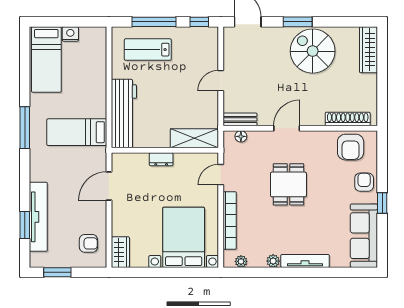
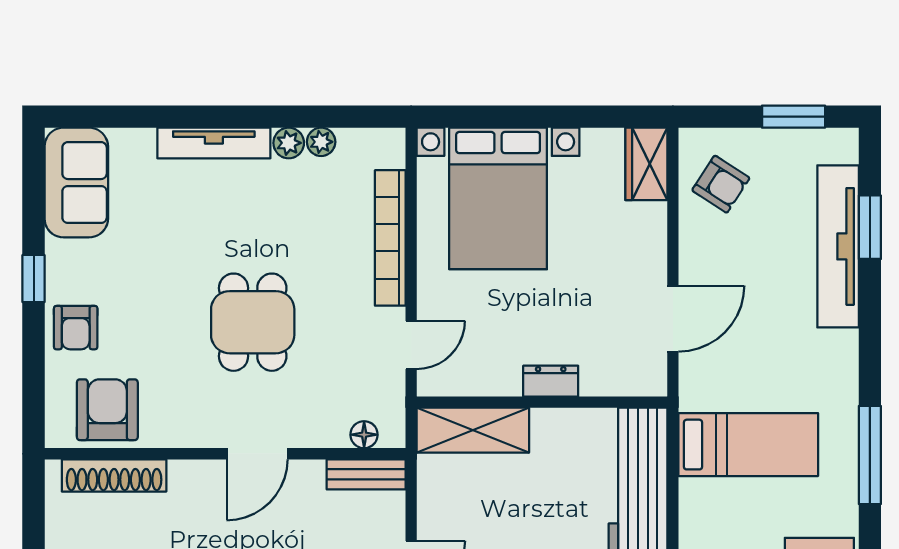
sofa: (364, 236) -> (76, 183), width x0.73
armchair: (88, 243) -> (721, 184), turned -147
plant: (241, 261) -> (321, 142), moved

